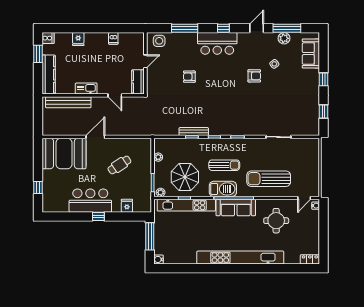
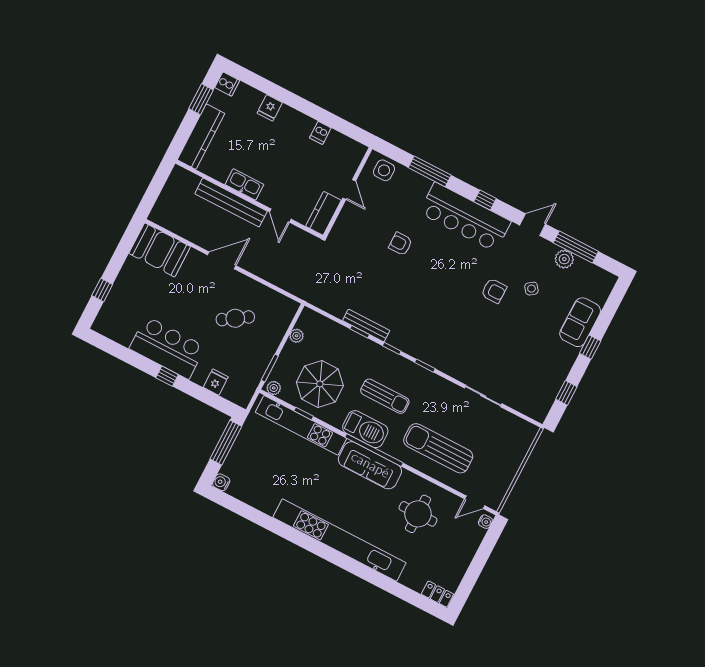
bar counter: (217, 43) -> (465, 217), width x1.36
sofa: (311, 54) -> (580, 322), moved
door: (145, 61) -> (349, 189), hinge flipped
bench: (68, 102) -> (231, 202), moved
booth: (64, 153) -> (160, 250), width x0.73, depth x0.70

